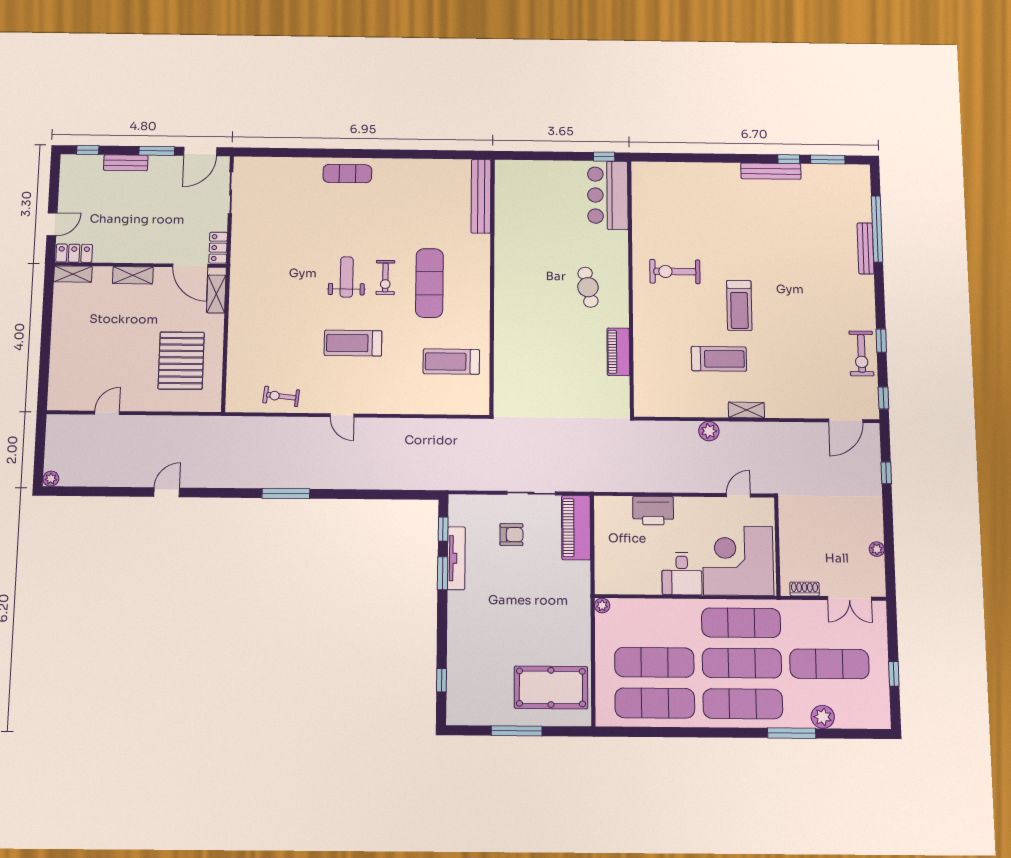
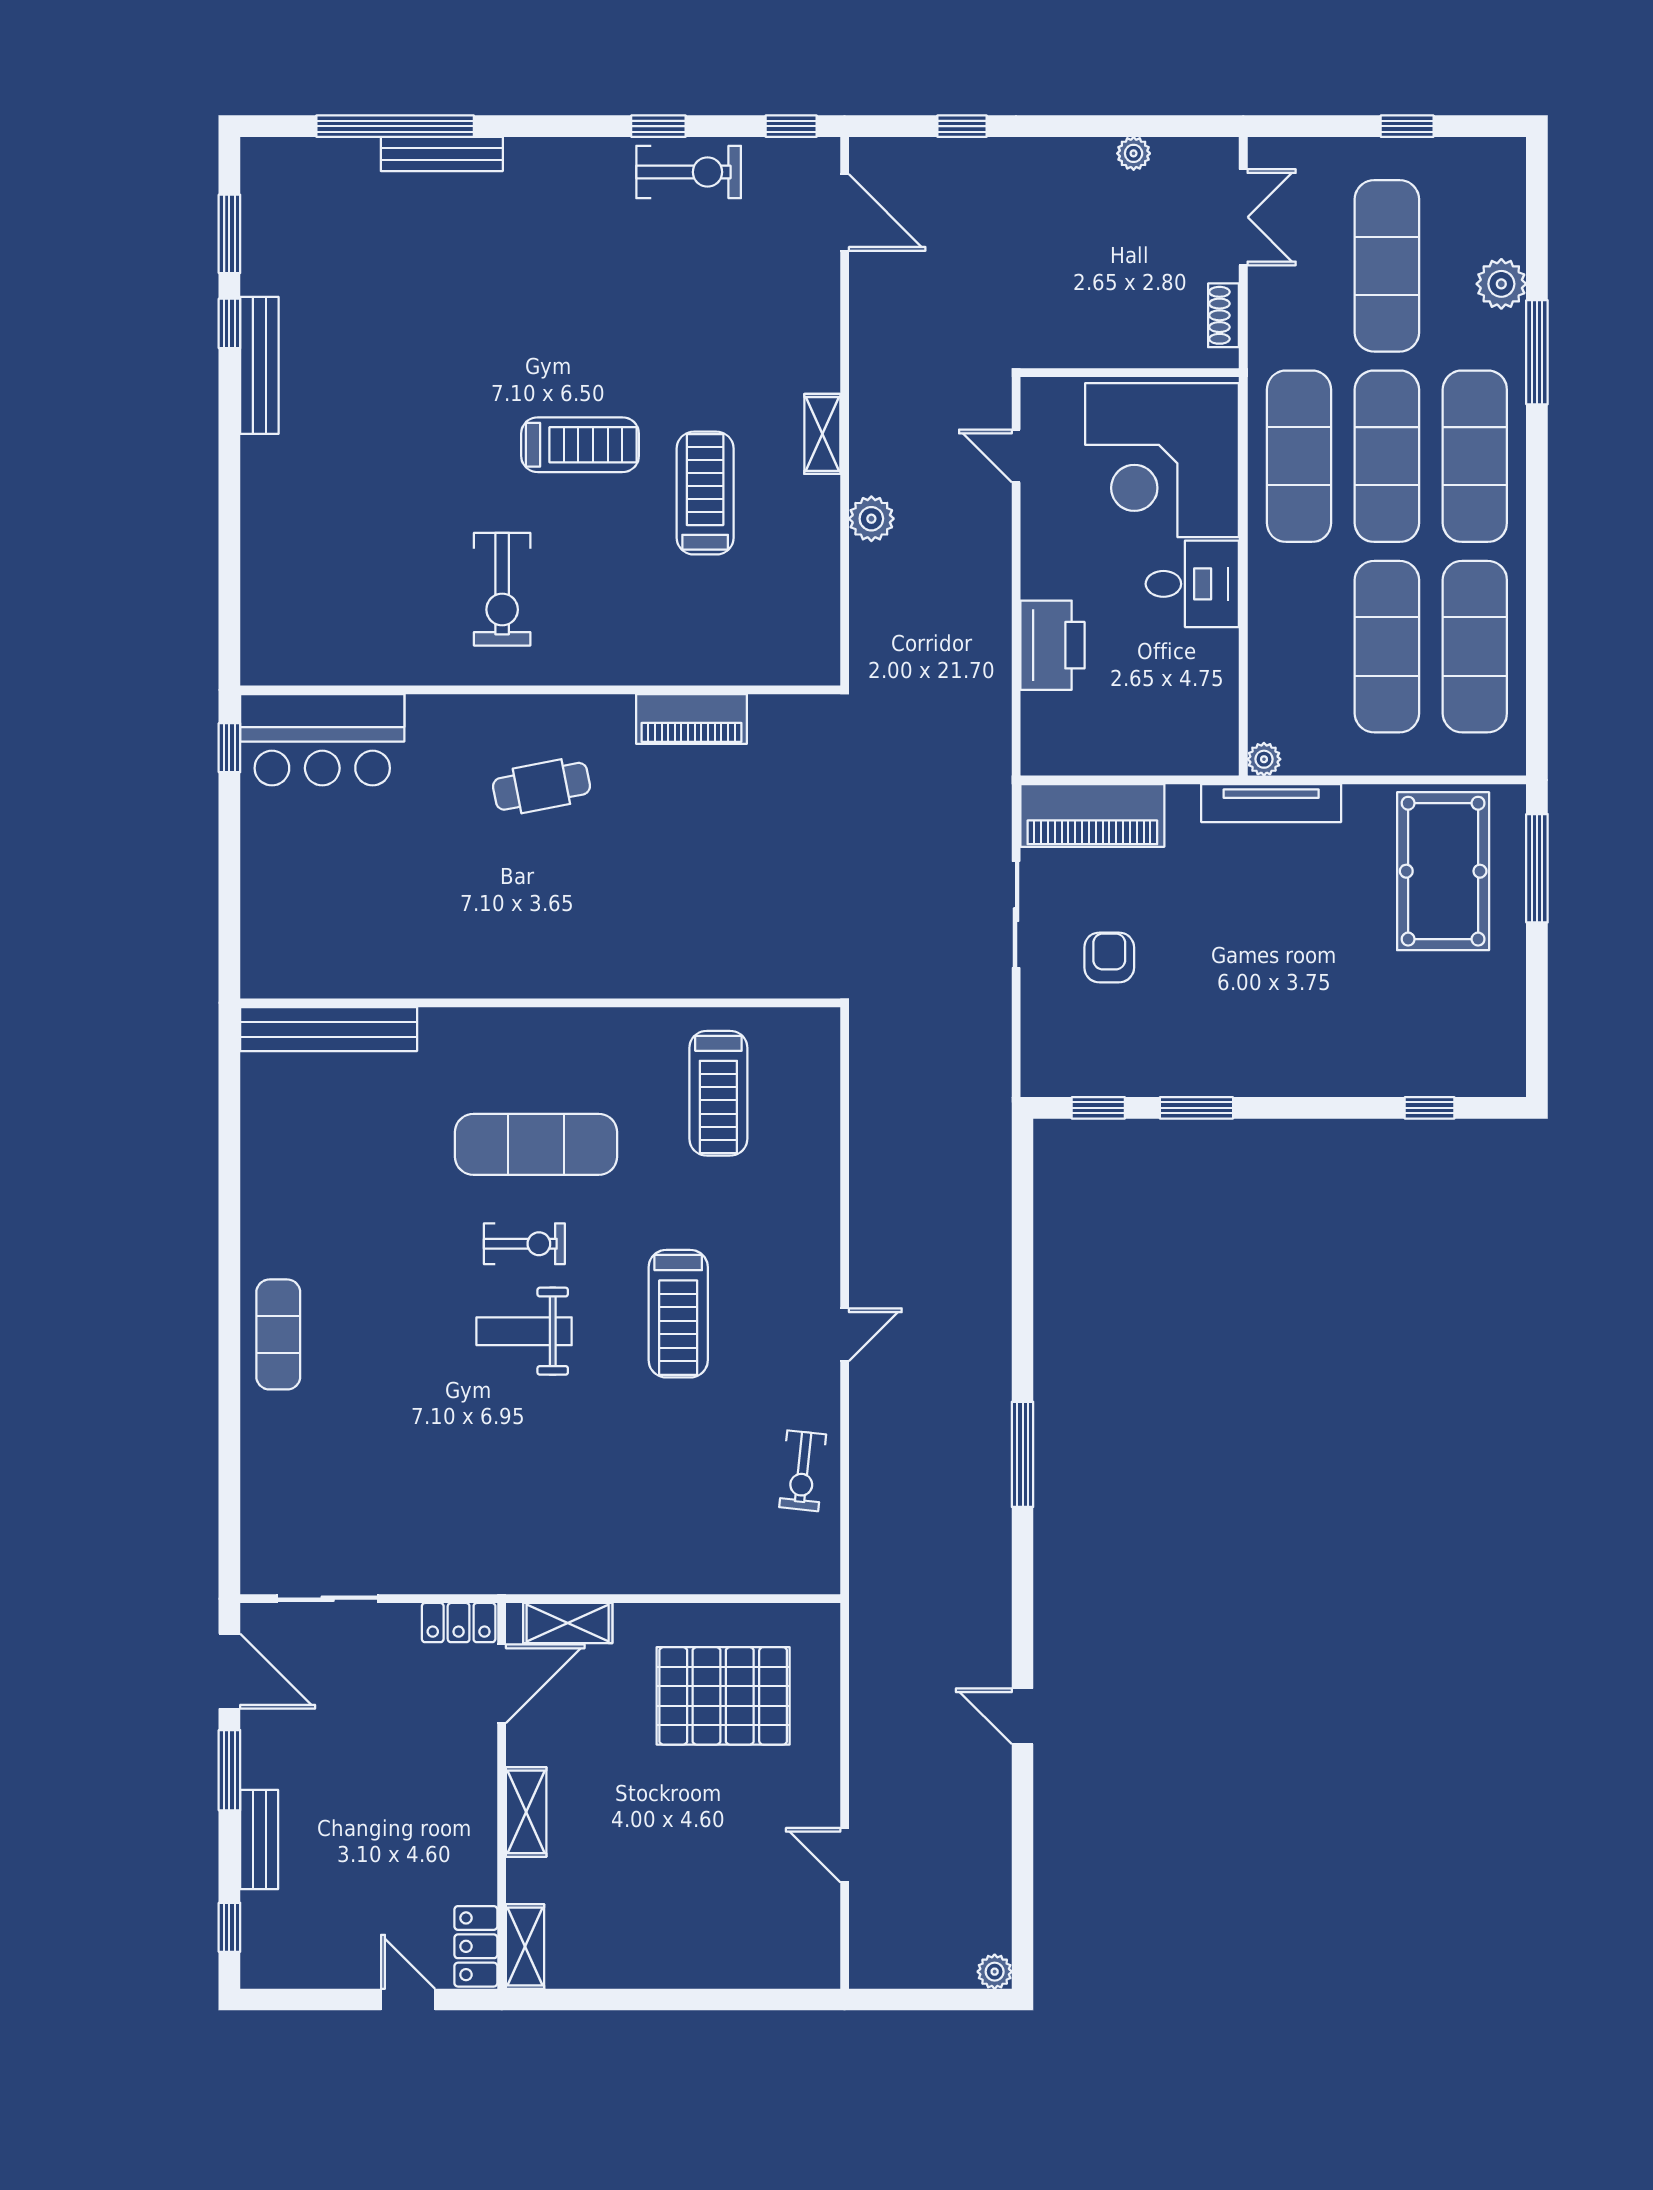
tv unit: (456, 558) -> (1271, 803), moved, turned 180
window: (517, 731) -> (1537, 868), moved

